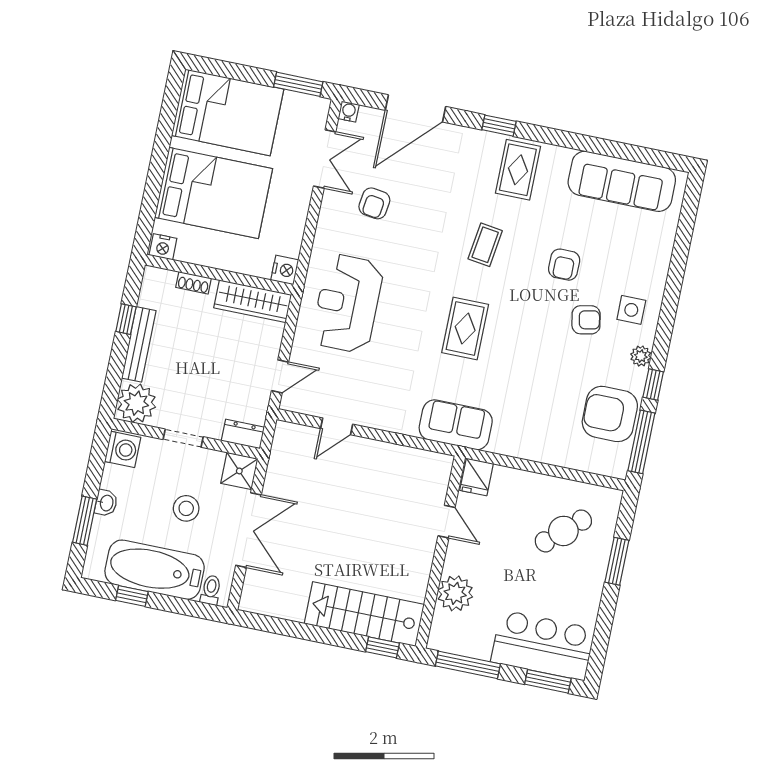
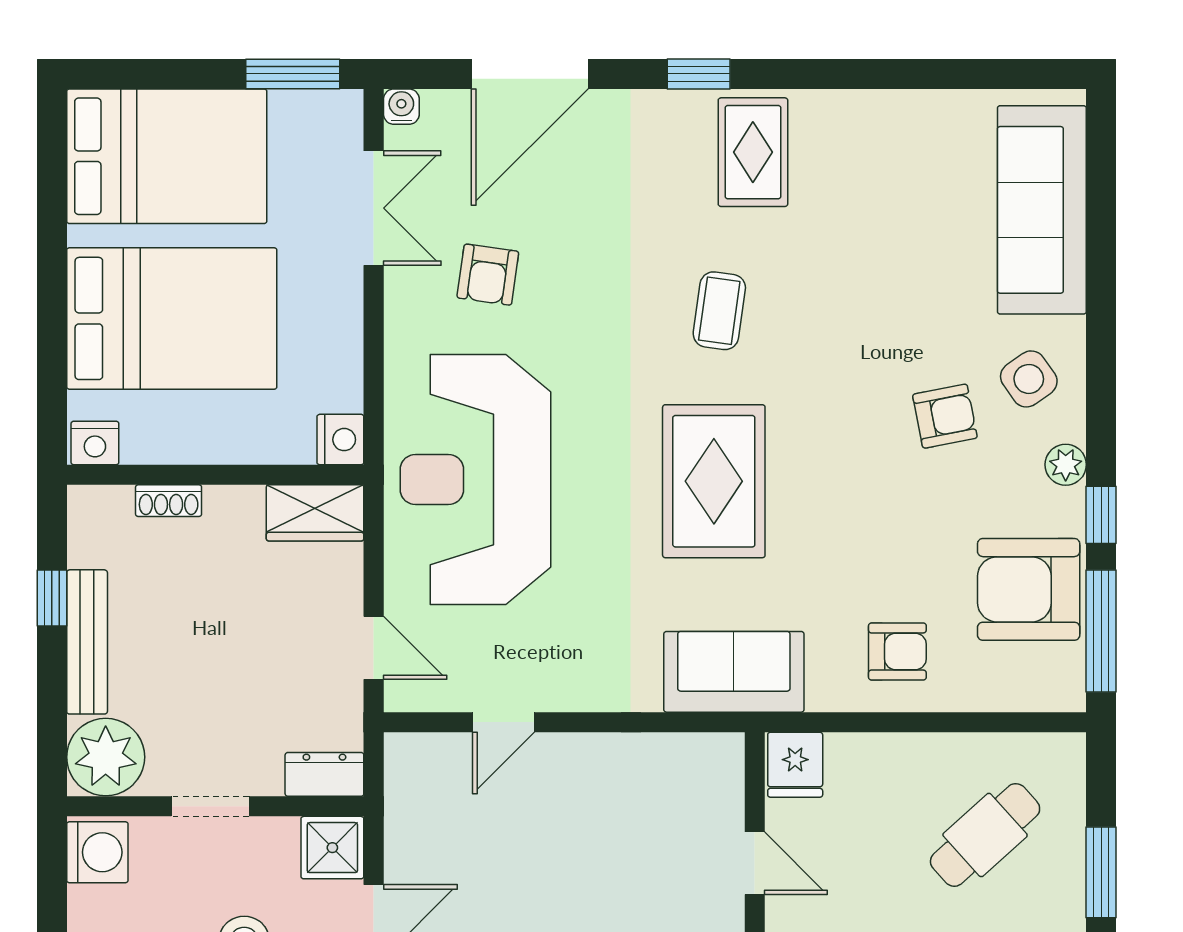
sofa: (622, 181) -> (1042, 210), moved, turned 90
armchair: (564, 265) -> (897, 651), moved, turned -90
wardrobe: (253, 301) -> (315, 513), width x0.67
reception desk: (347, 303) -> (475, 480), width x1.36, depth x1.30
side table: (631, 310) -> (1029, 379), turned -35
rug: (465, 328) -> (714, 481), width x1.36, depth x1.43
door: (280, 376) -> (374, 648), hinge flipped

